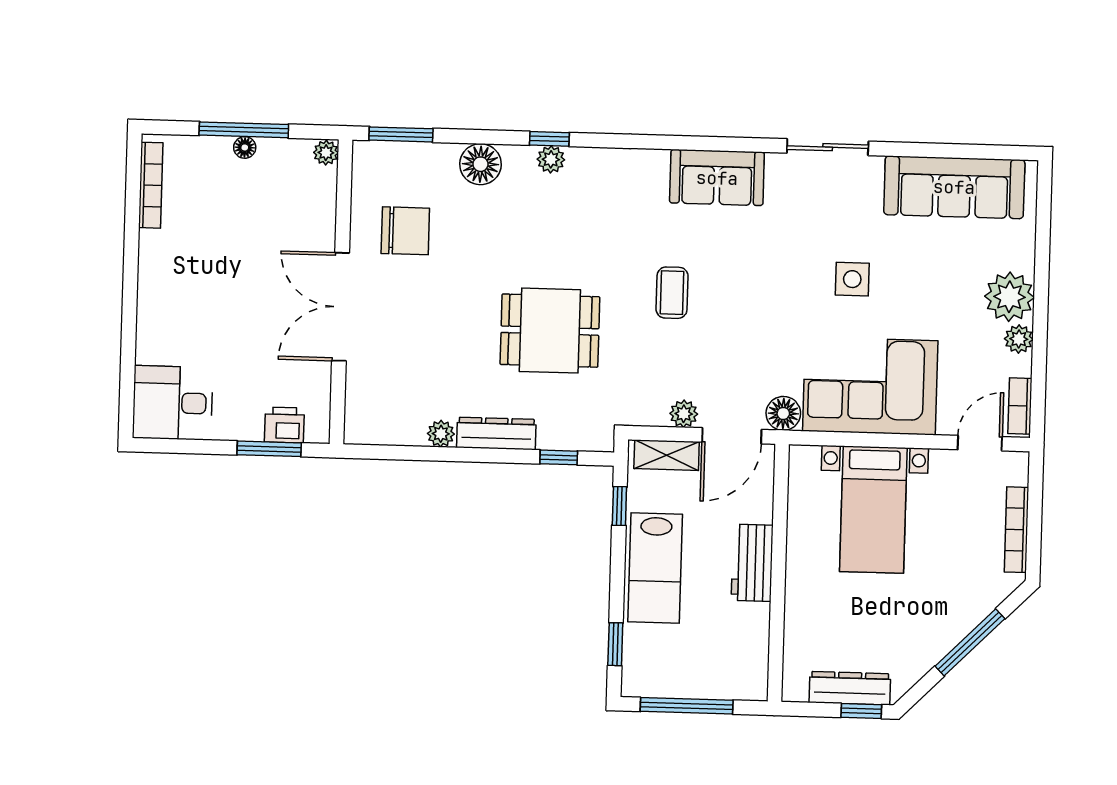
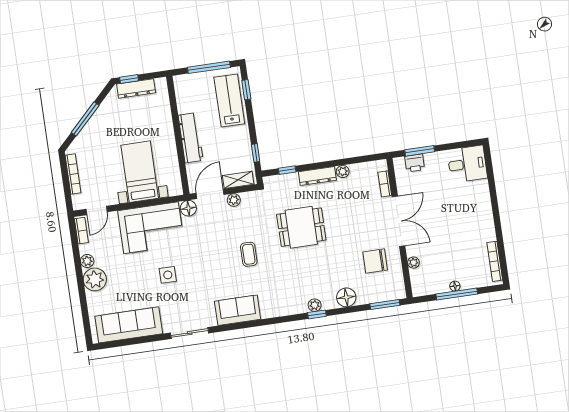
plant: (326, 153) -> (413, 263), moved
bookcase: (356, 392) -> (385, 184), added
workbench: (752, 563) -> (191, 138), width x1.38
lab bench: (655, 568) -> (229, 101), moved

